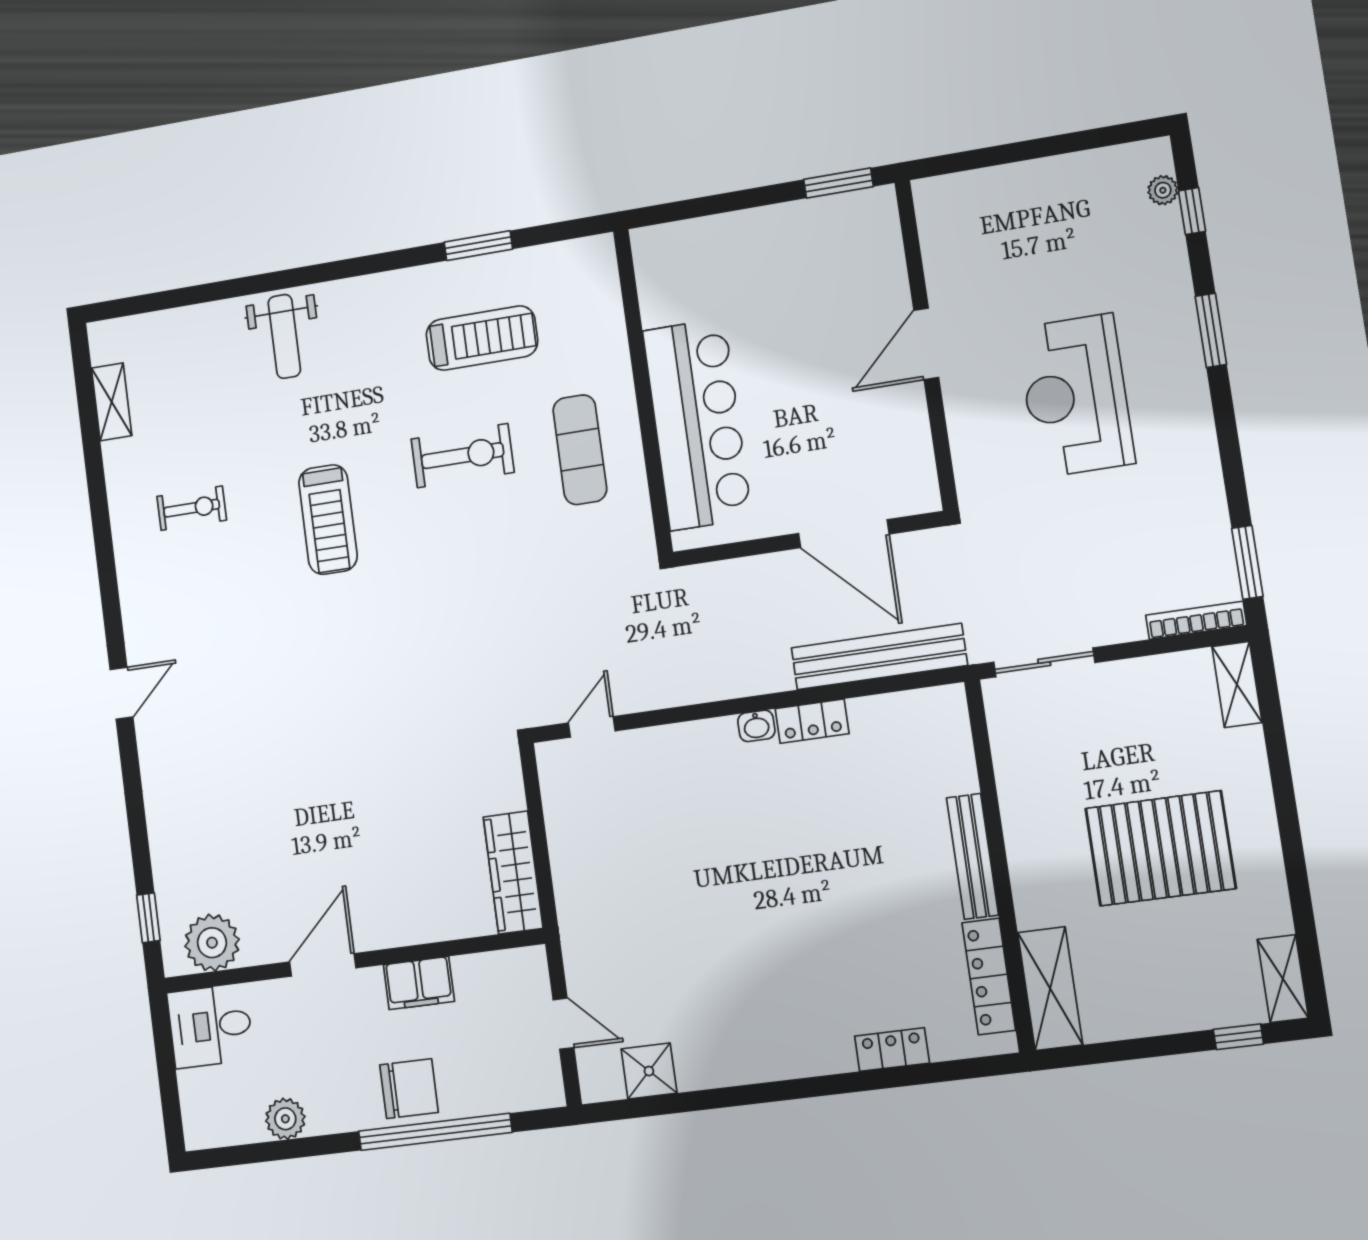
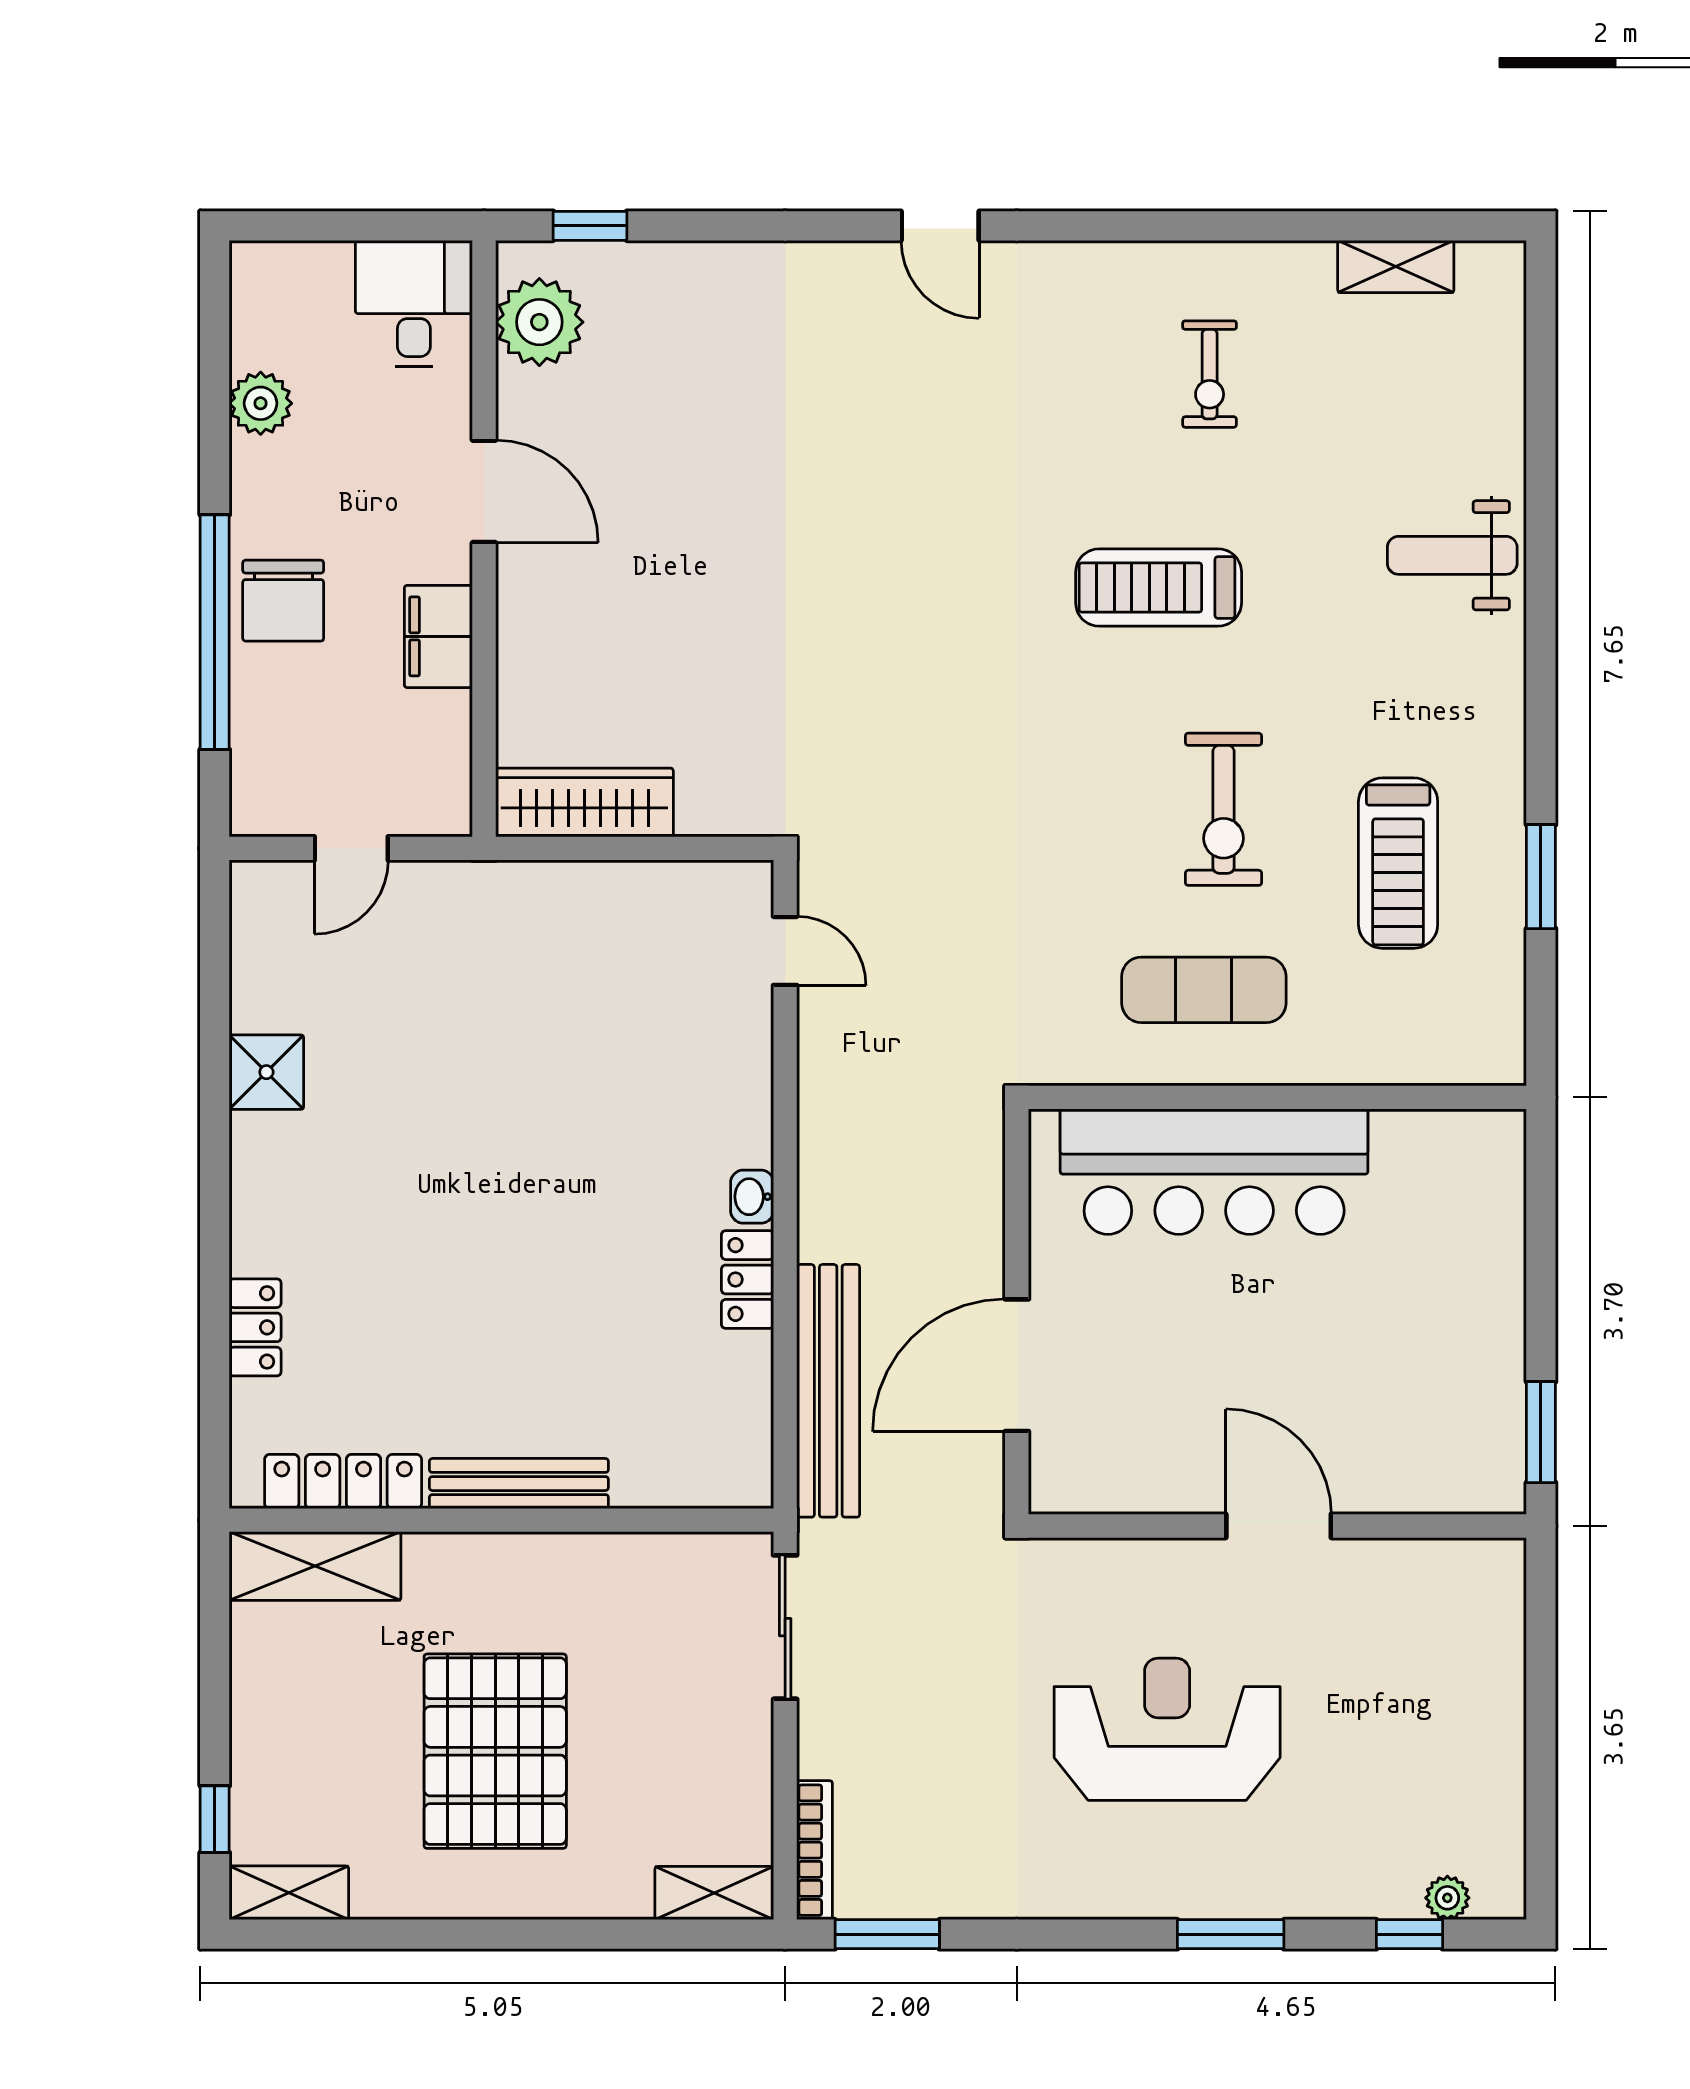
shower: (649, 1071) -> (266, 1072), moved

